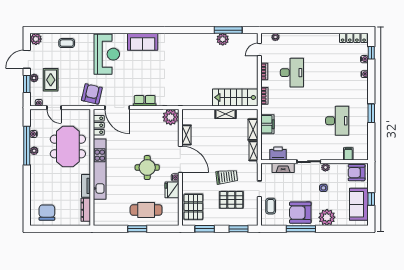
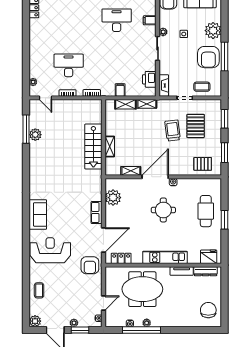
rug: (51, 80) -> (76, 306), removed
armchair: (92, 94) -> (90, 265), turned -103
stairs: (235, 97) -> (93, 147), moved
shelving: (225, 114) -> (110, 147), moved
plant: (171, 117) -> (113, 198), moved
filing cabinet: (267, 124) -> (120, 90), width x0.50
filing cabinet: (348, 154) -> (150, 20), moved
fireplace: (283, 168) -> (164, 85), moved
kitchen unit: (100, 169) -> (165, 257), width x0.73
fridge: (172, 190) -> (209, 257), moved, turned 180
pallet: (193, 207) -> (203, 164), width x0.67, depth x0.71
chair: (47, 213) -> (208, 310), turned 90

